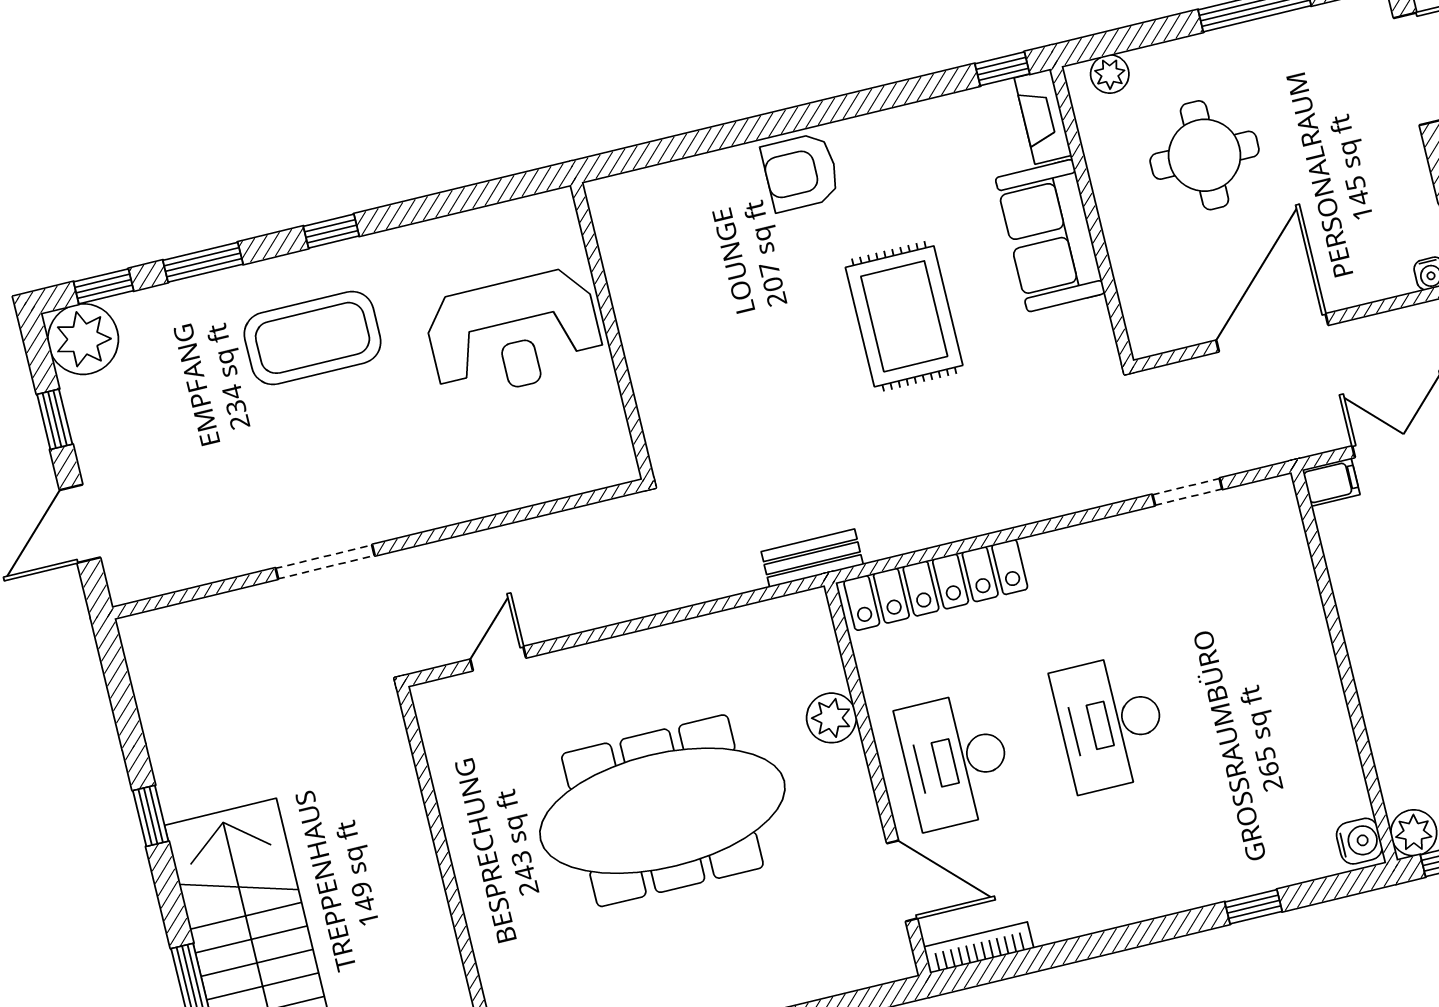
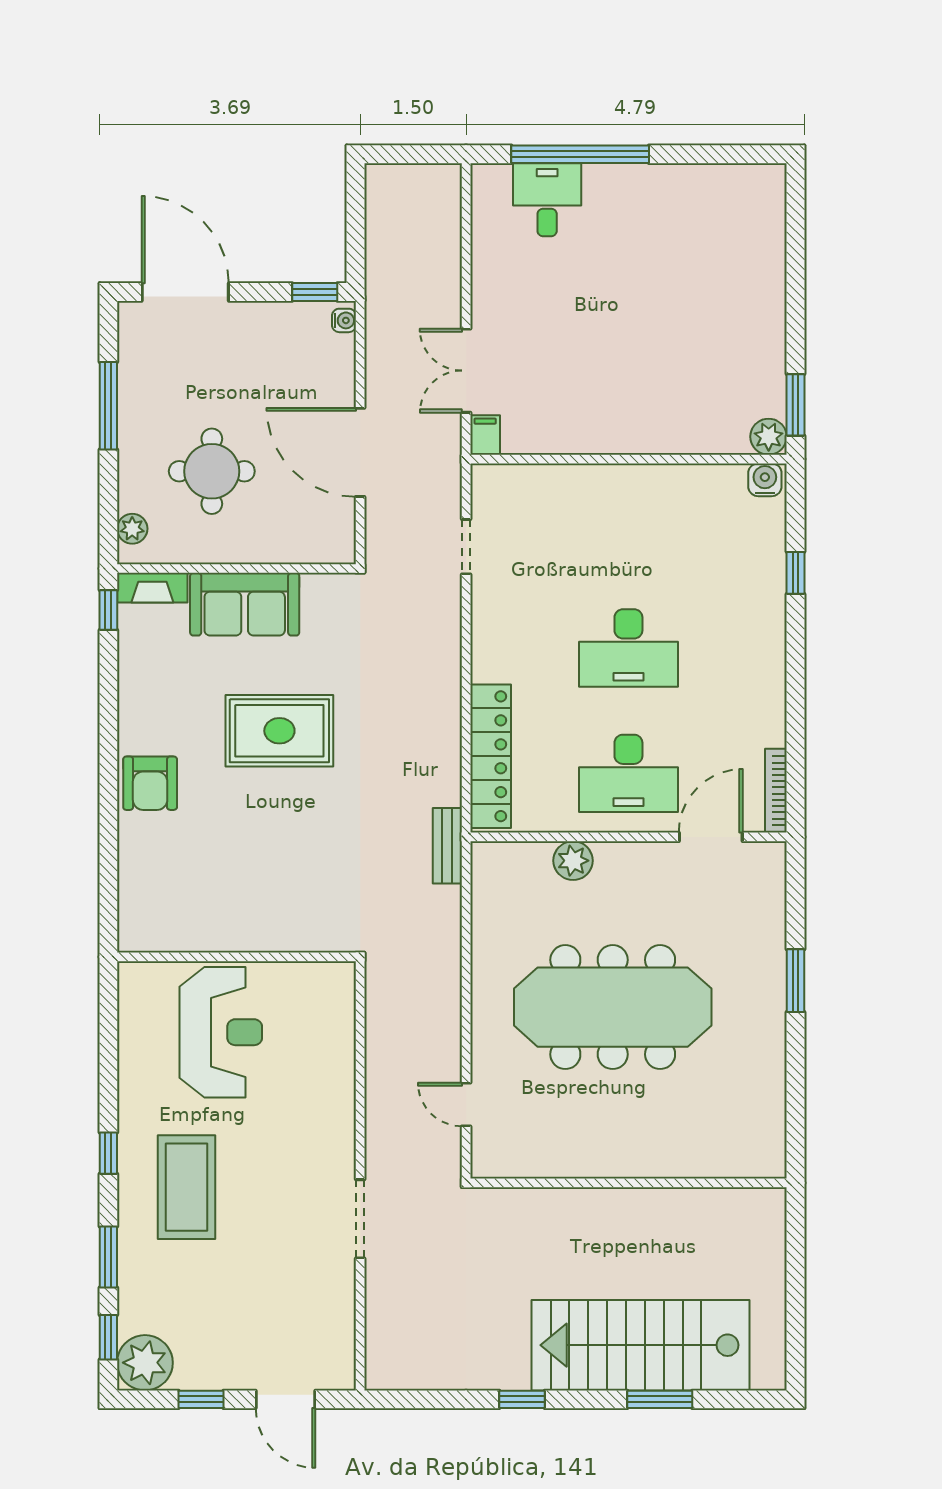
meeting table: (662, 811) -> (613, 1007), turned 90

